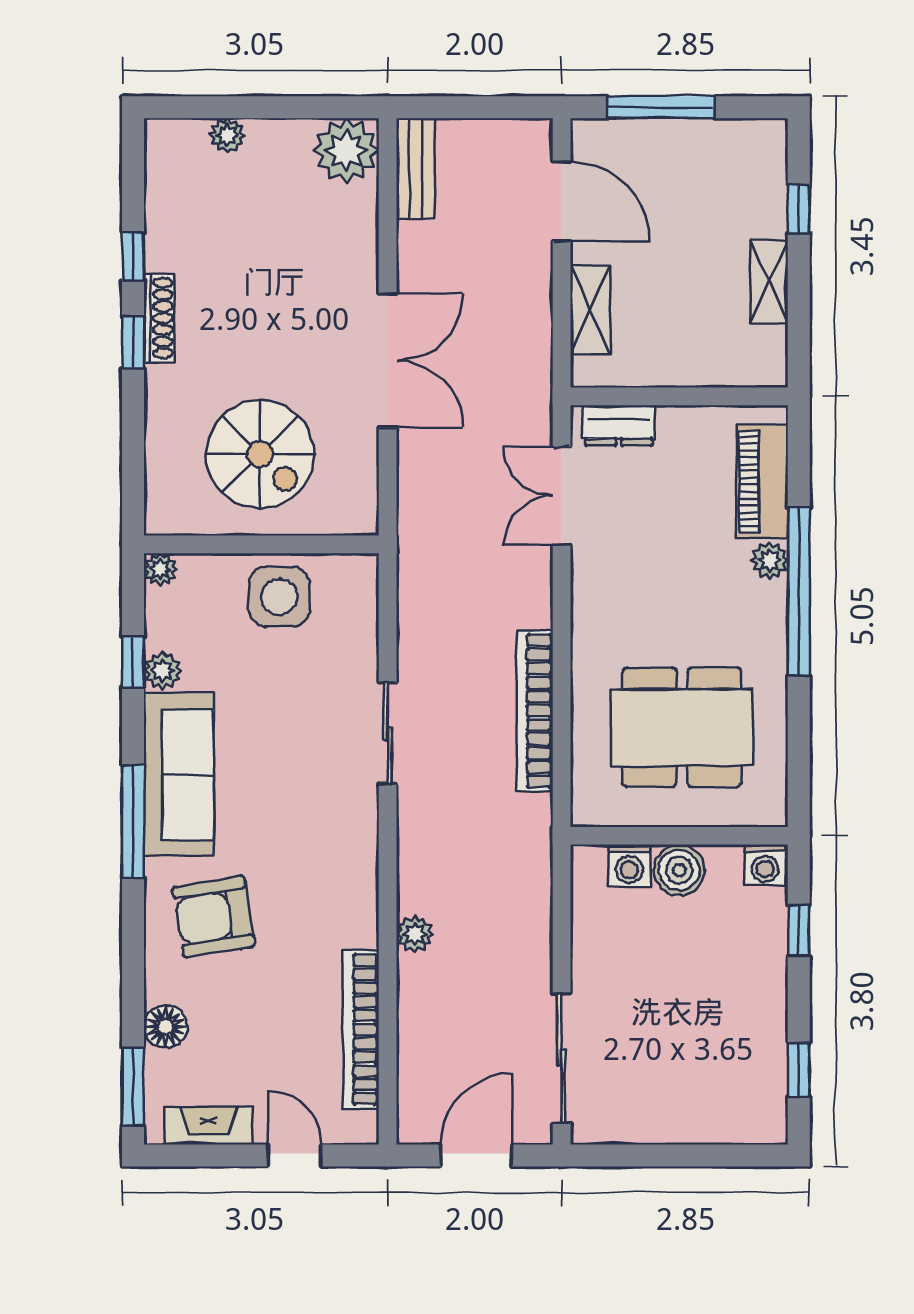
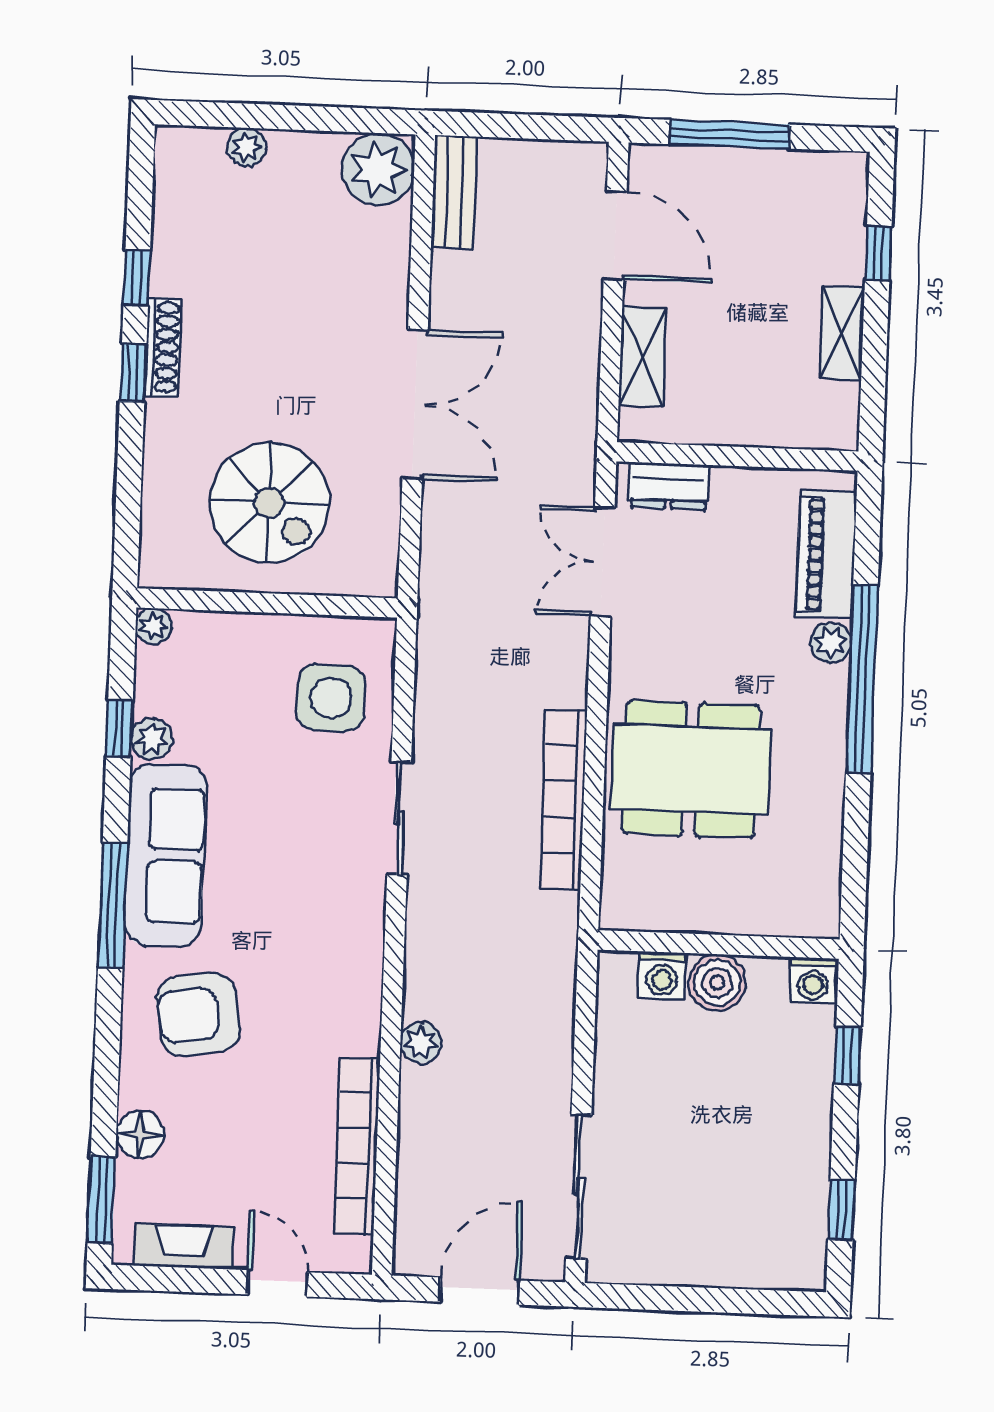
side table: (279, 597) -> (331, 698), moved
dining table: (682, 727) -> (691, 769), moved

